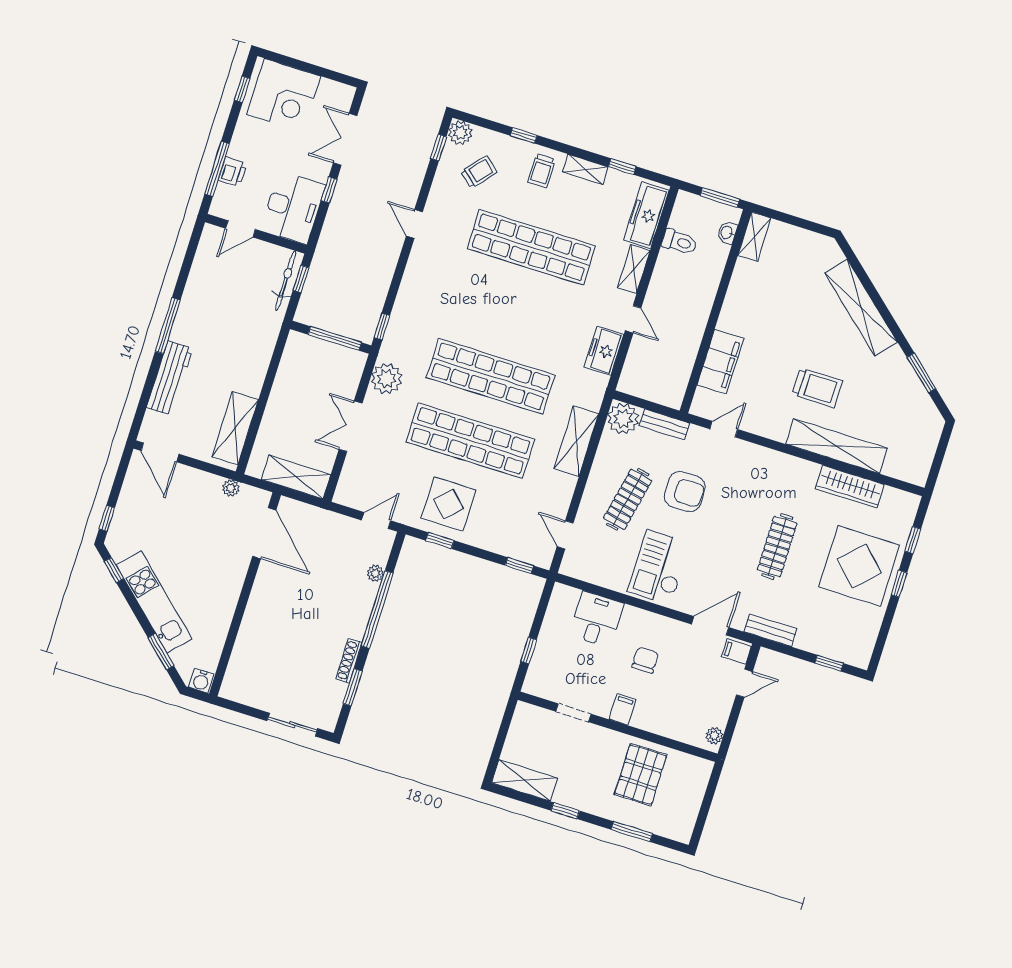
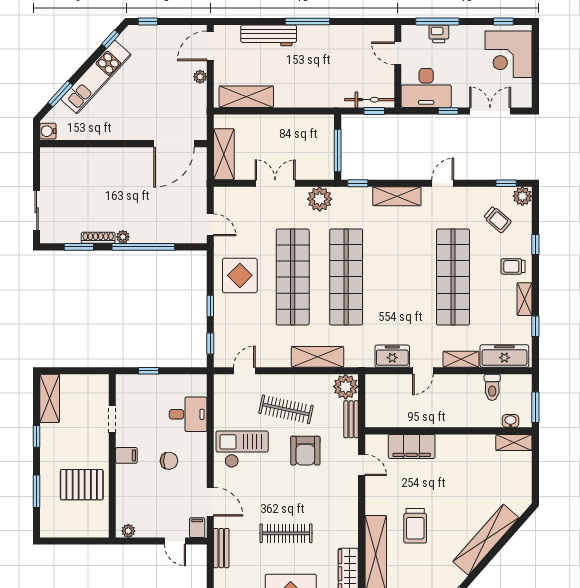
shelving: (413, 284) -> (397, 196), added
plant: (231, 488) -> (200, 77), moved
window: (440, 541) -> (210, 306), moved
plant: (375, 573) -> (123, 237), moved

